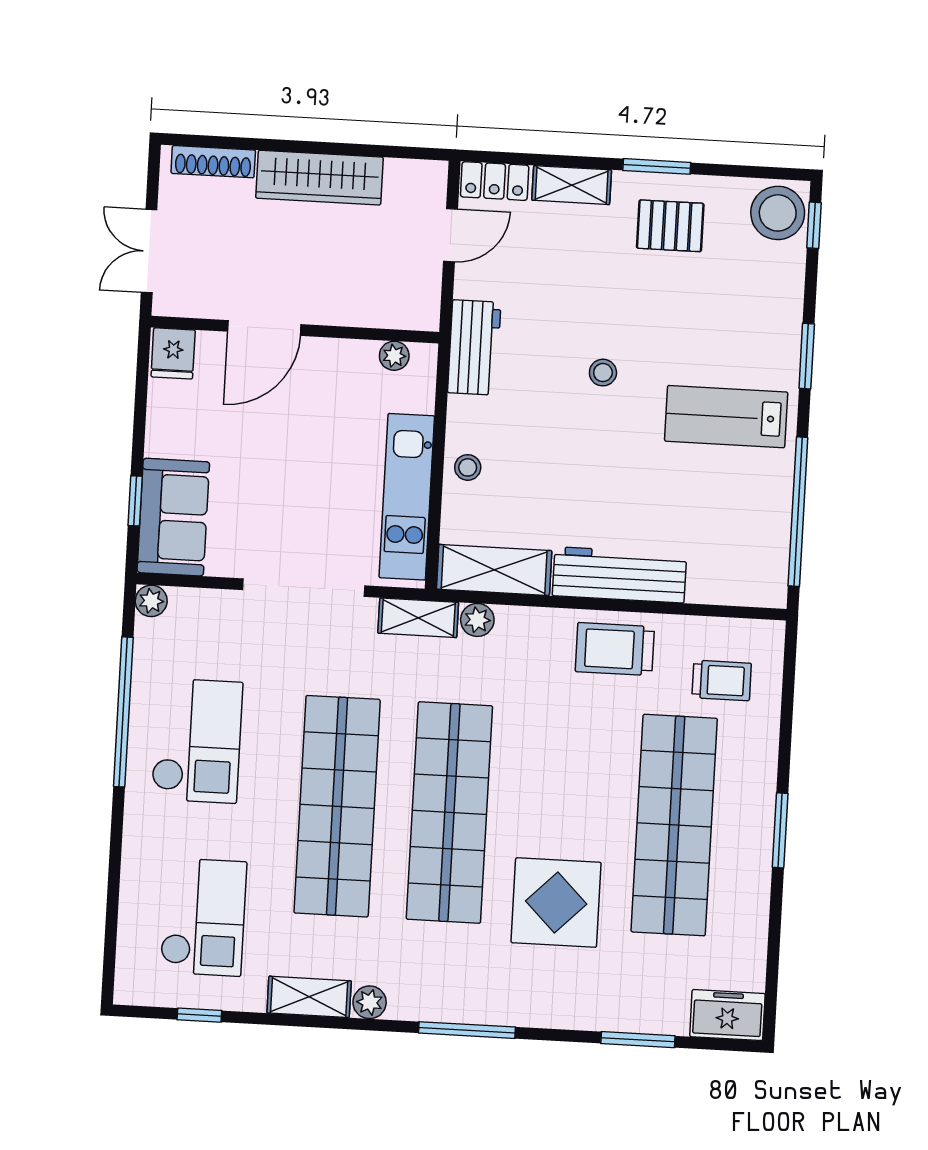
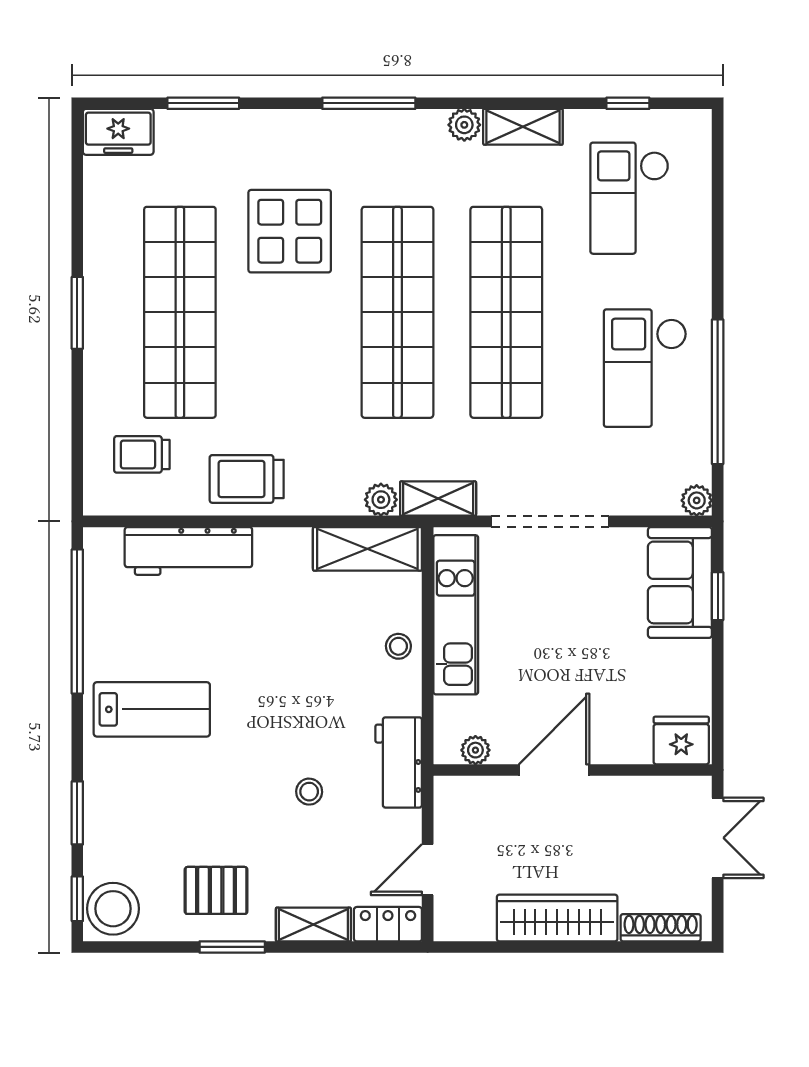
door: (264, 328) -> (554, 770), moved
fridge: (173, 353) -> (681, 740), width x1.38
window: (807, 356) -> (77, 813), moved
stool: (603, 373) -> (309, 792), moved
workbench: (619, 575) -> (188, 551), moved
trolley: (615, 649) -> (247, 479), turned 180

